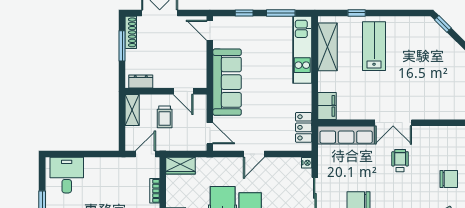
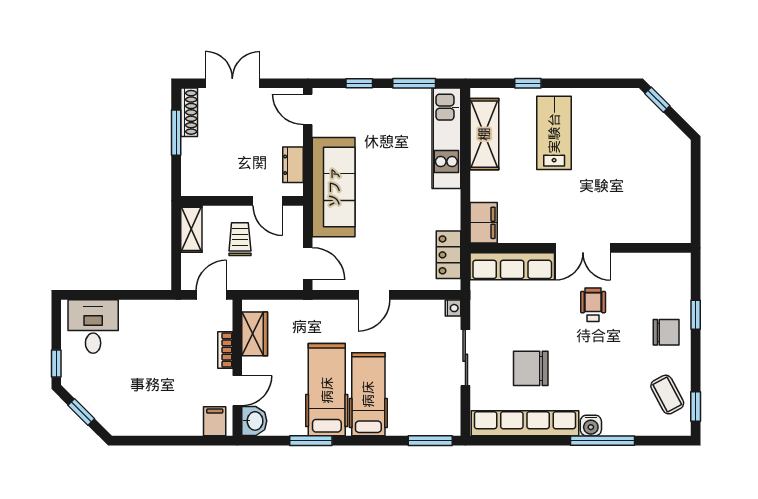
dresser: (141, 81) -> (293, 165), moved, turned -90
trolley: (165, 117) -> (240, 239), turned 180
wardrobe: (181, 166) -> (255, 334), moved, turned -90

